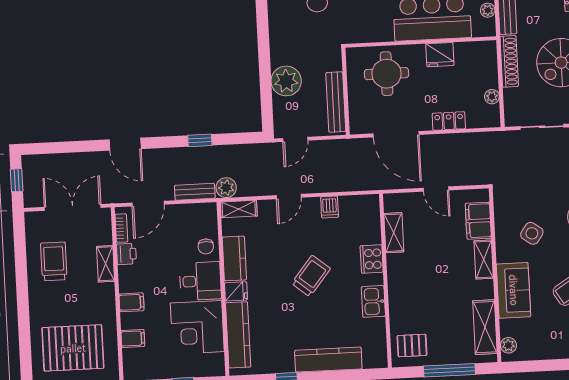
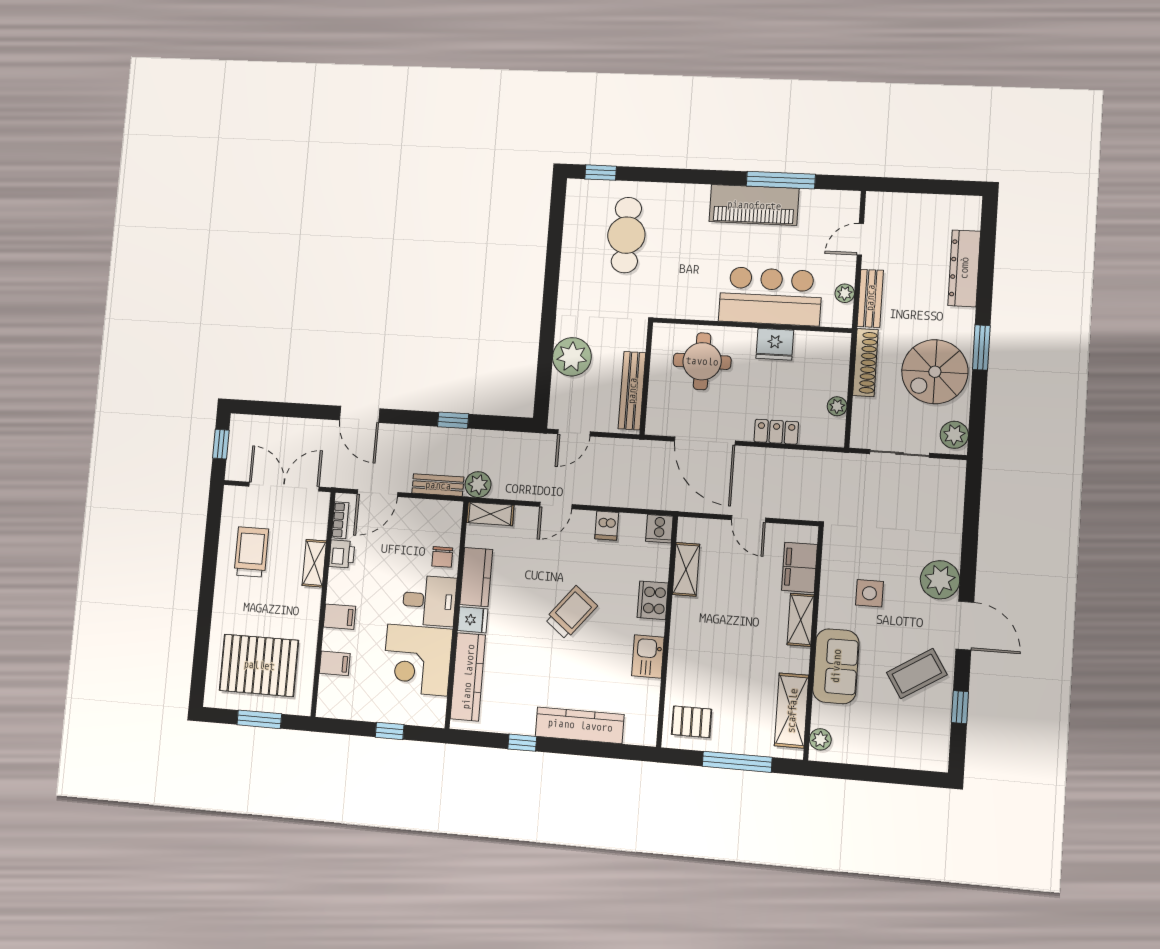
cooker: (370, 205) -> (659, 529), added
side table: (532, 233) -> (869, 593), turned -35

